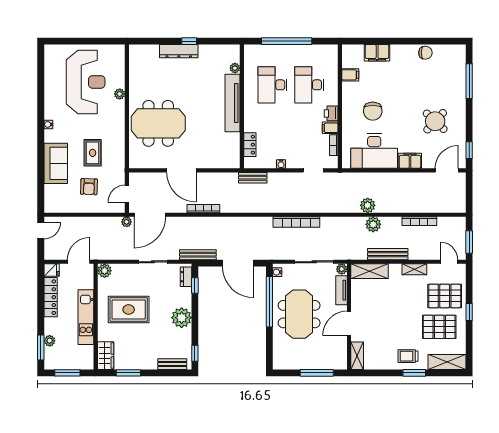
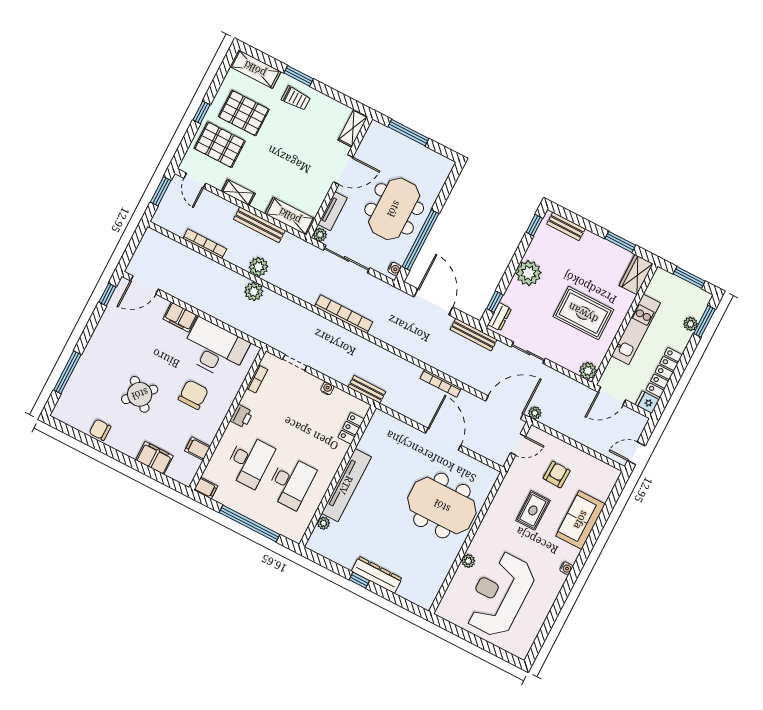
round table: (435, 121) -> (140, 394), moved
filing cabinet: (330, 128) -> (206, 488), moved

